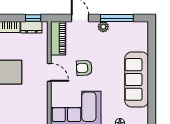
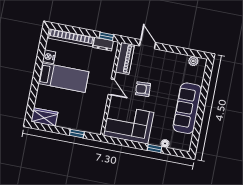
window: (117, 18) -> (180, 51), removed
plant: (103, 27) -> (193, 61), moved

